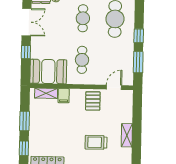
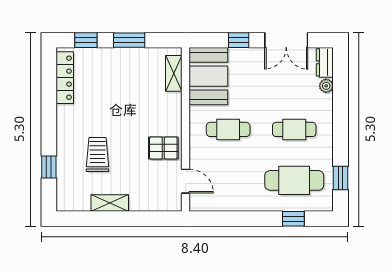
window: (139, 36) -> (293, 219), moved
window: (138, 62) -> (226, 219), removed
filing cabinet: (64, 96) -> (171, 101), removed

